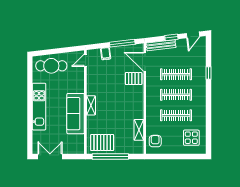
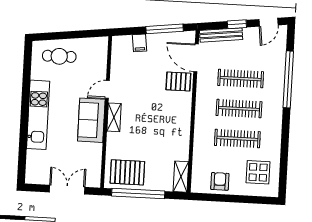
door: (85, 60) -> (107, 89), moved
cafe table: (51, 66) -> (59, 56), width x0.73, depth x0.74
window: (209, 73) -> (288, 79), width x3.17
sofa: (76, 114) -> (91, 120), width x0.73
shelving: (139, 130) -> (181, 177), moved
armchair: (155, 141) -> (220, 181), moved
double door: (50, 157) -> (67, 190), moved

